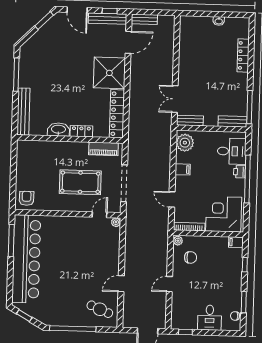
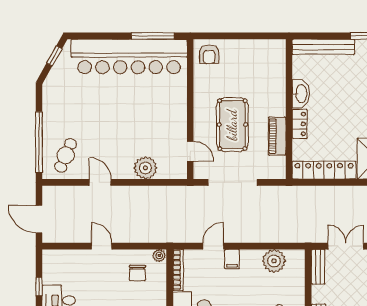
plant: (185, 143) -> (274, 261), moved
piano: (103, 149) -> (277, 136), moved
filing cabinet: (183, 169) -> (232, 259), moved
armchair: (27, 198) -> (209, 54), turned 90
plant: (116, 222) -> (146, 168), moved, width x1.88, depth x1.88
window: (73, 329) -> (39, 142), moved
window: (185, 332) -> (39, 287), moved

